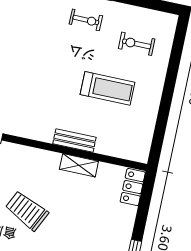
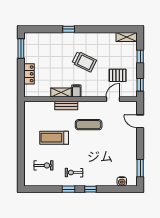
exercise mat: (42, 98) -> (89, 125), added
filing cabinet: (51, 162) -> (76, 91), added
locker: (133, 187) -> (29, 74), moved

